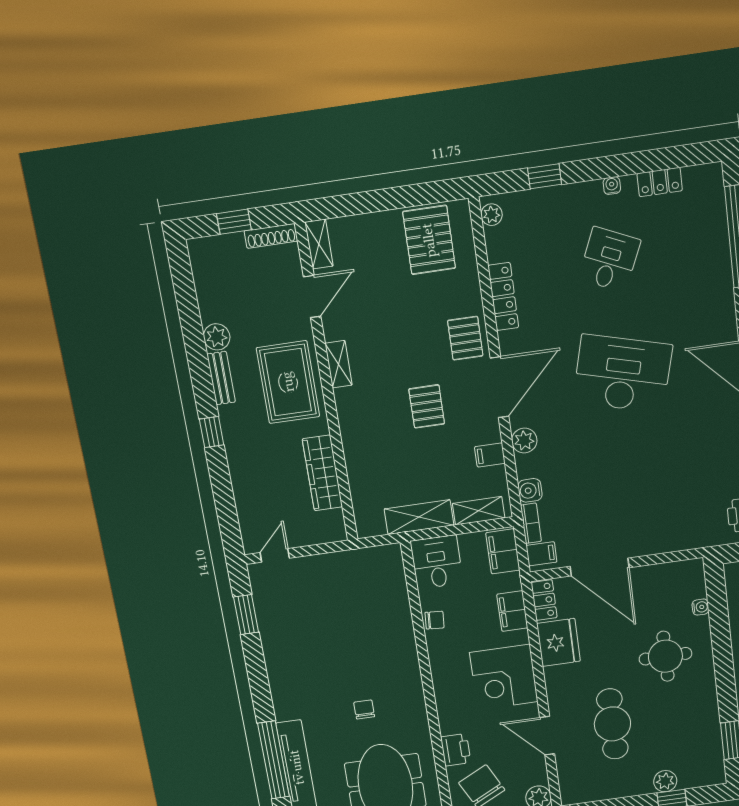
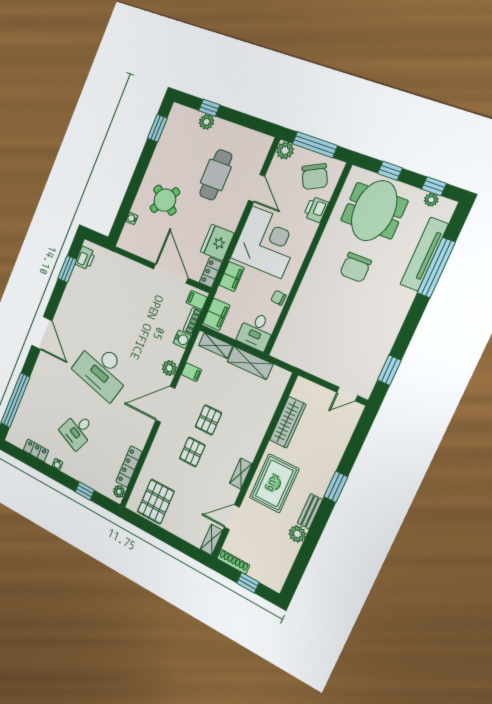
locker: (503, 297) -> (129, 467), moved
pallet: (465, 338) -> (192, 452), moved
window: (212, 432) -> (336, 487), width x1.50
round table: (665, 656) -> (165, 200), turned 33
corner desk: (504, 677) -> (267, 242), width x1.36, depth x1.36
chair: (364, 709) -> (356, 267), width x1.87, depth x1.87

